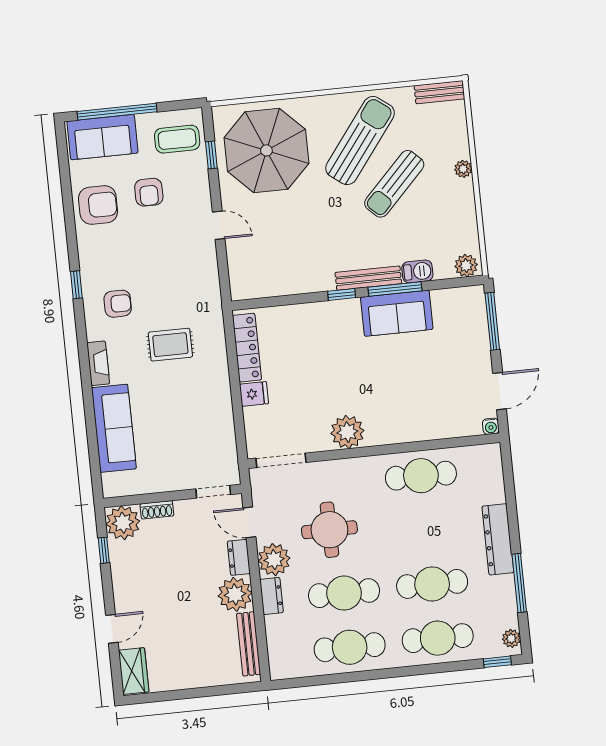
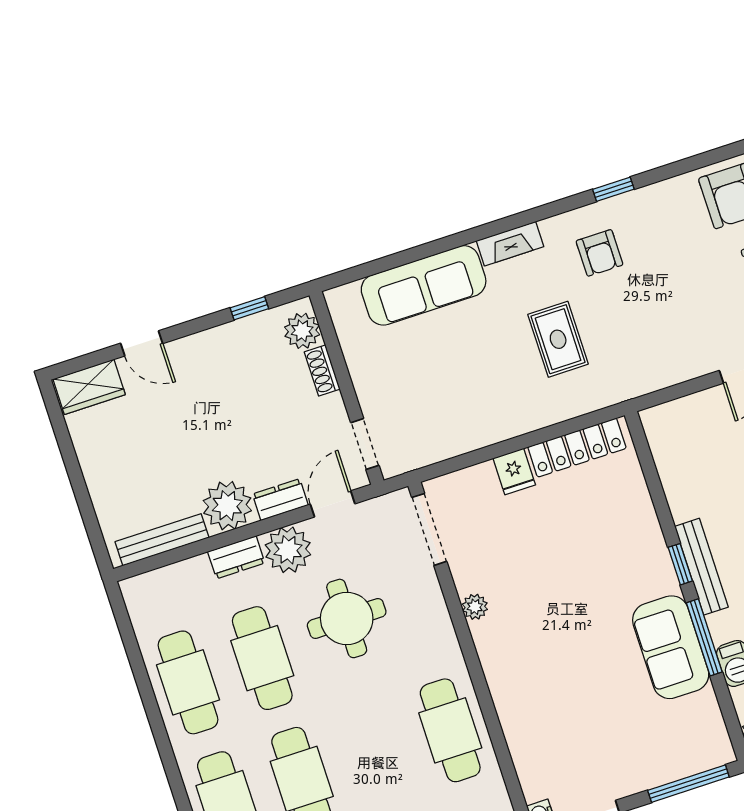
bench: (368, 278) -> (702, 567), moved
plant: (347, 432) -> (475, 607), width x0.53, depth x0.53
plant: (123, 523) -> (302, 331), width x0.73, depth x0.73

